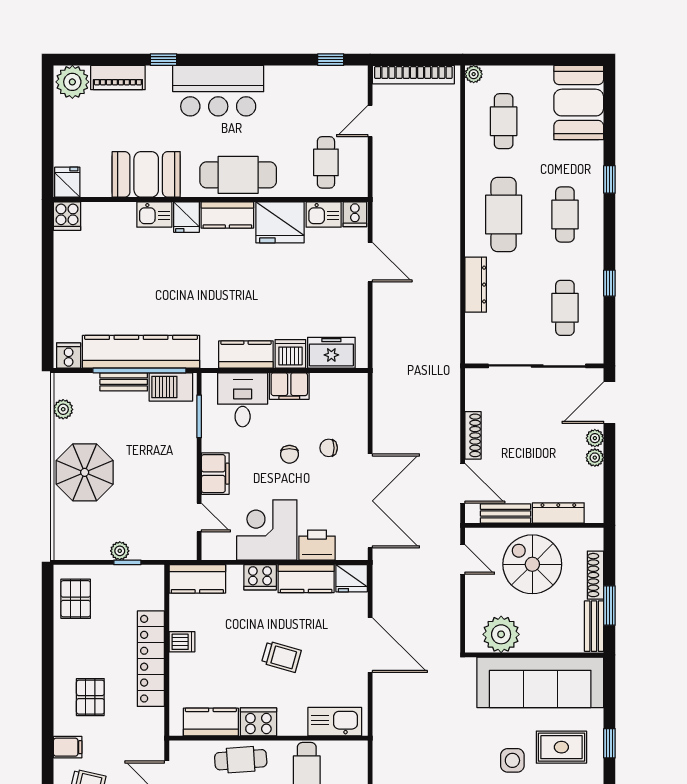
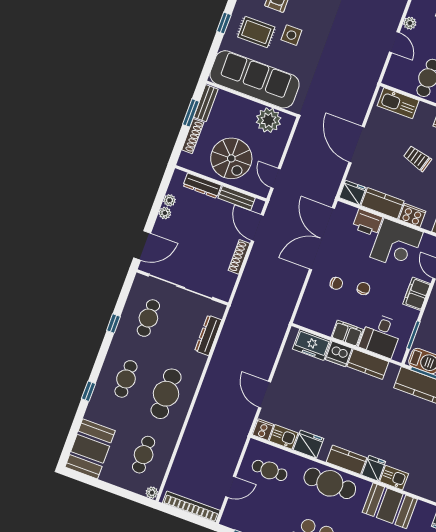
cafe table: (326, 162) -> (270, 470), turned 90
fridge: (280, 222) -> (308, 444), width x0.73, depth x0.75
dresser: (476, 285) -> (208, 335), moved
plant: (595, 438) -> (169, 200), moved

